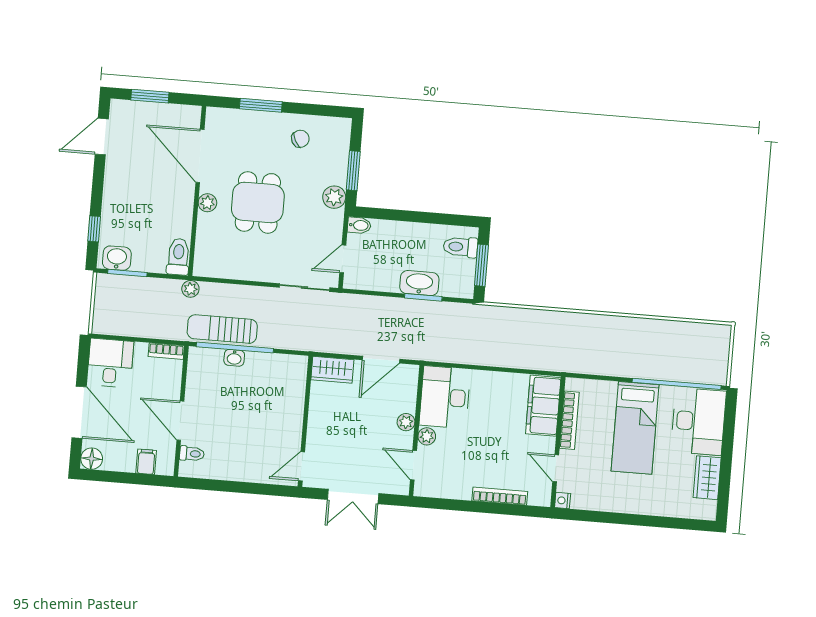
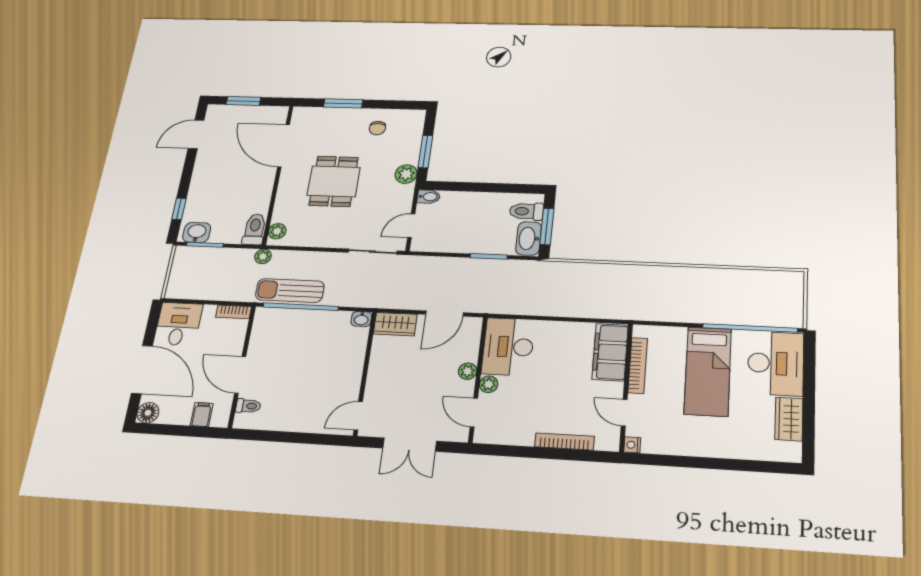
chair: (300, 139) -> (377, 128), turned 119
plant: (207, 203) -> (277, 231), moved
washbasin: (419, 283) -> (529, 238), moved, turned -90
washbasin: (234, 358) -> (361, 319), moved

